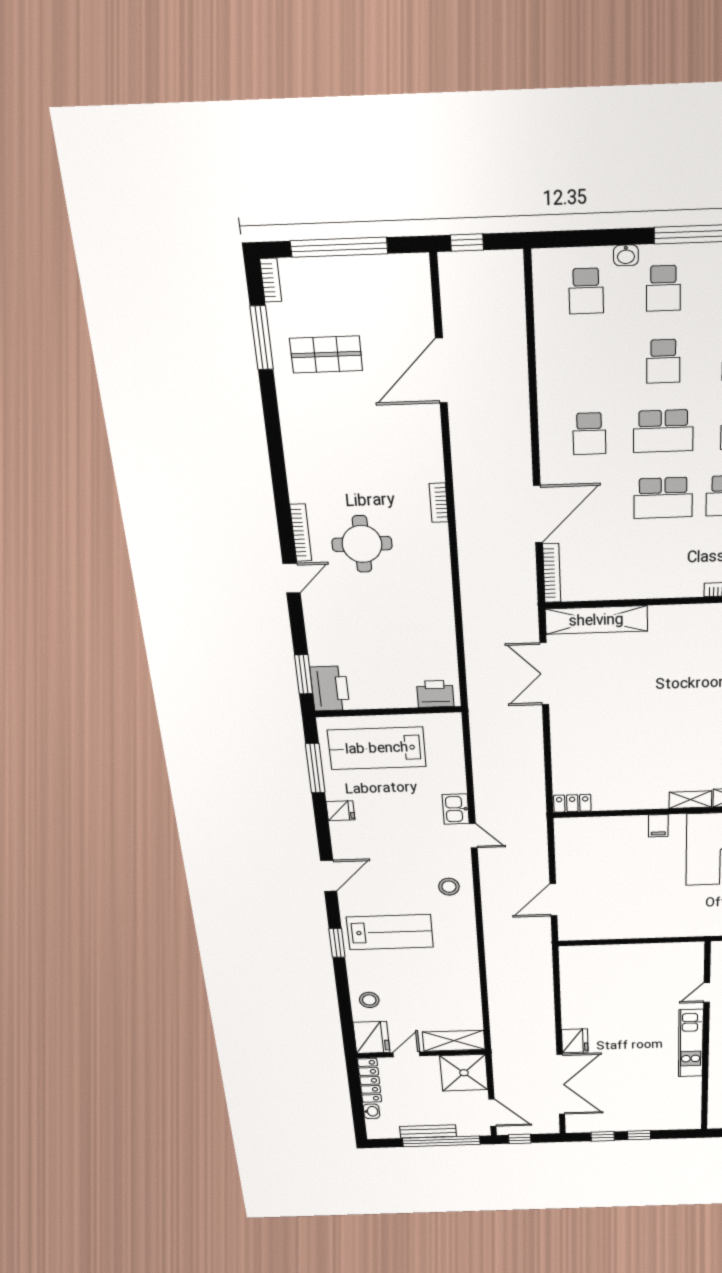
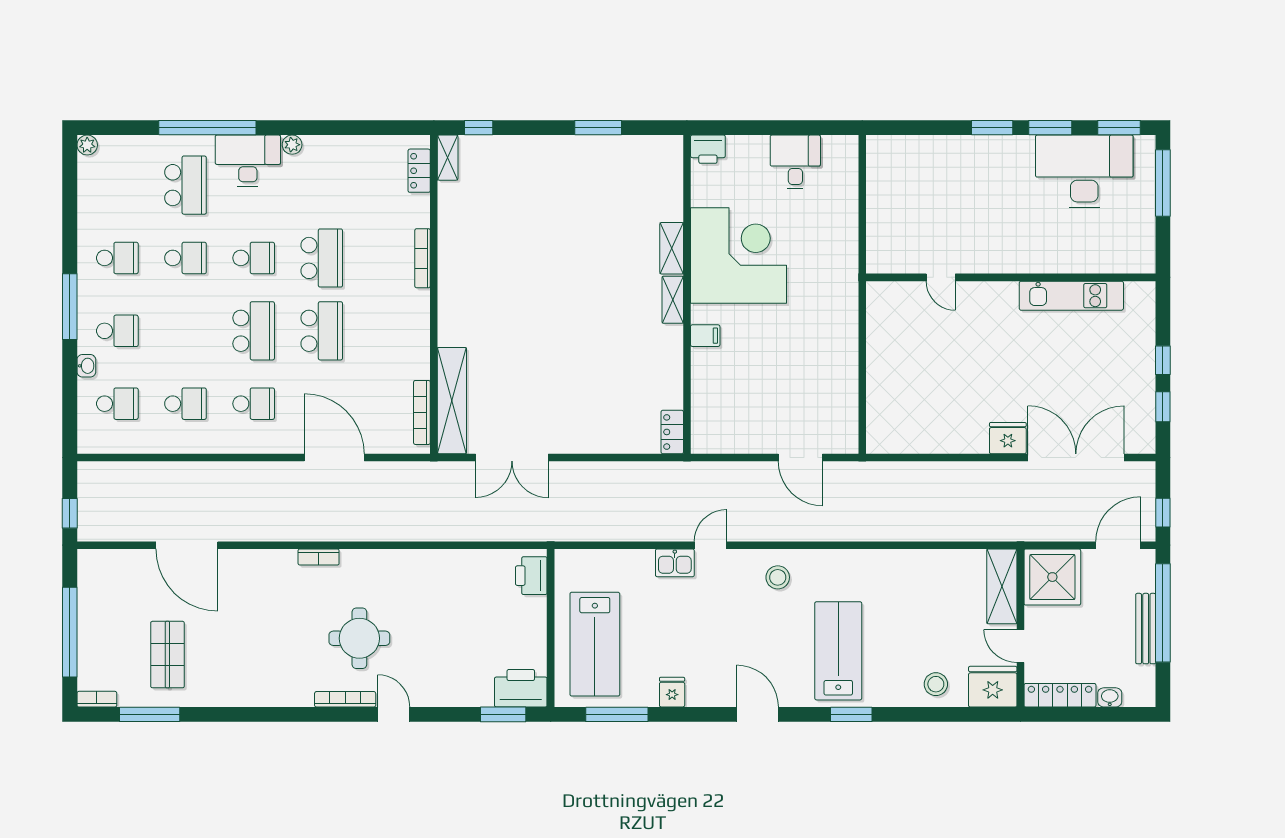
school desk: (663, 361) -> (185, 404), moved
bookcase: (552, 573) -> (422, 412), moved, turned -90
kitchen unit: (691, 1043) -> (1071, 296), moved

